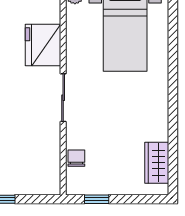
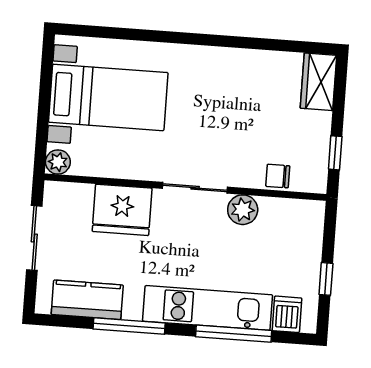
plant: (50, 134) -> (243, 210), added
wardrobe: (157, 163) -> (318, 82), moved, turned 90

